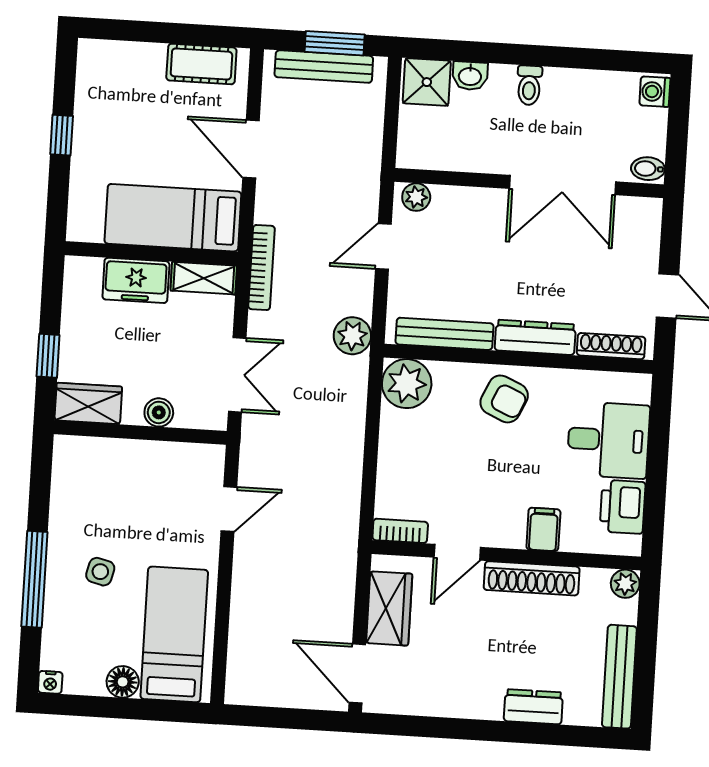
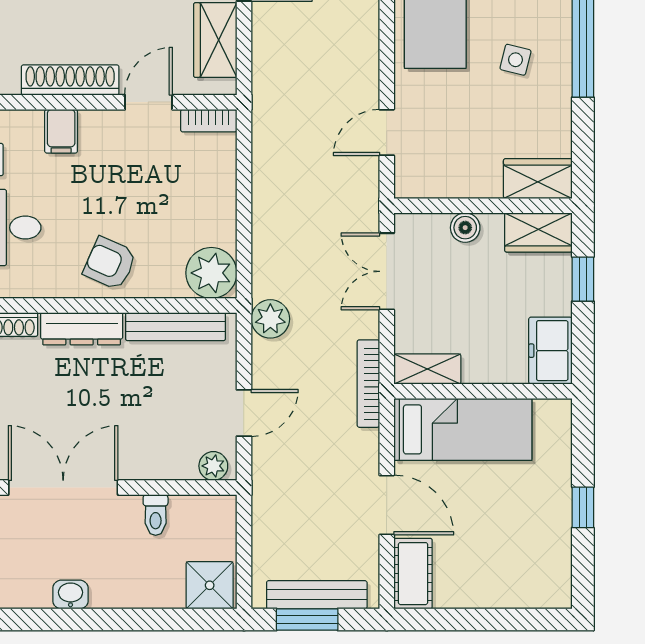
cot: (201, 64) -> (413, 574), moved, turned 90
washbasin: (470, 76) -> (71, 594), moved
toilet: (529, 85) -> (156, 515), moved, turned 180
freezer: (136, 280) -> (550, 351), moved, turned -90
wardrobe: (86, 455) -> (538, 179), added

